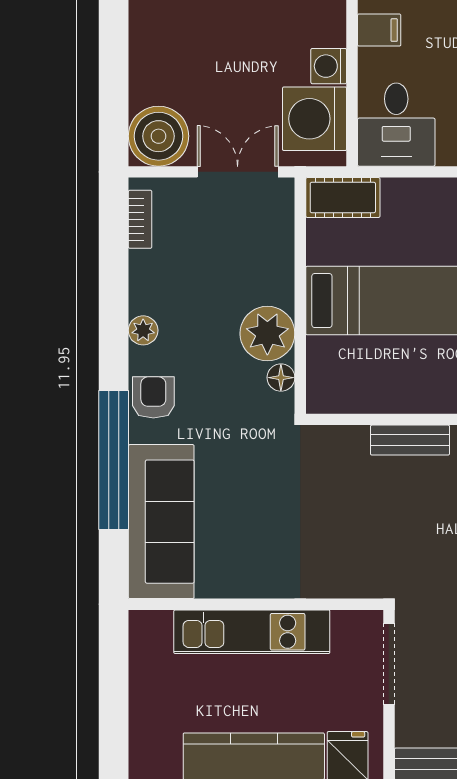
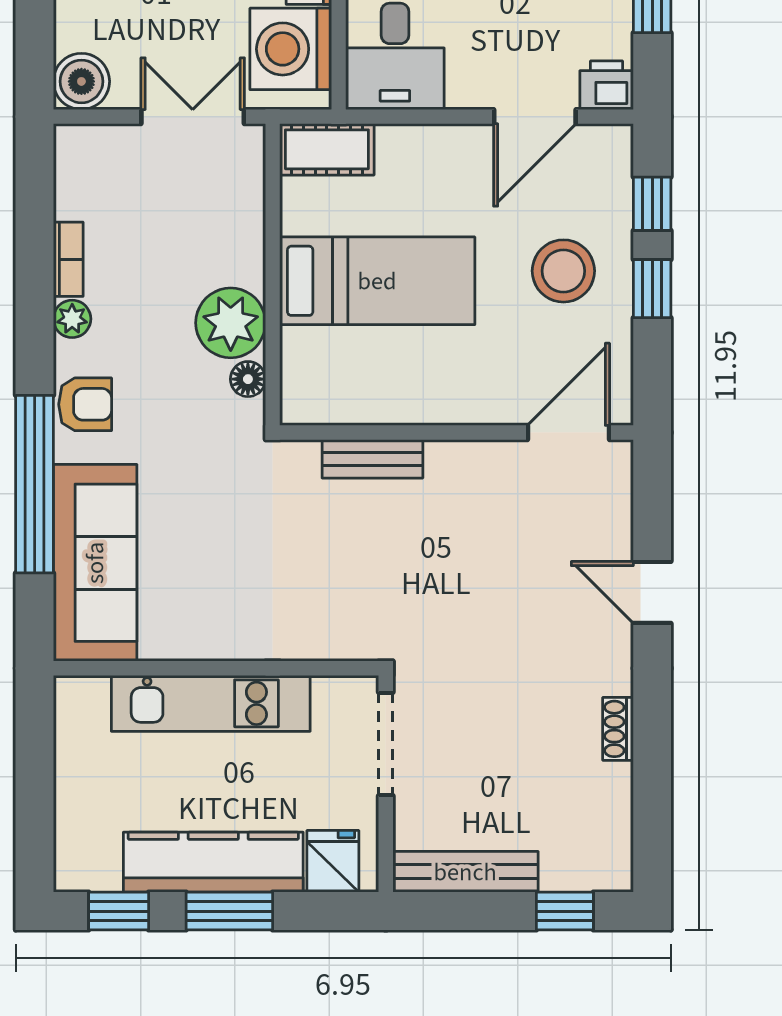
boiler: (159, 136) -> (81, 81), width x0.73, depth x0.73
bookcase: (140, 219) -> (68, 259), moved
armchair: (153, 397) -> (85, 404), turned 90
bench: (410, 440) -> (372, 459), moved

